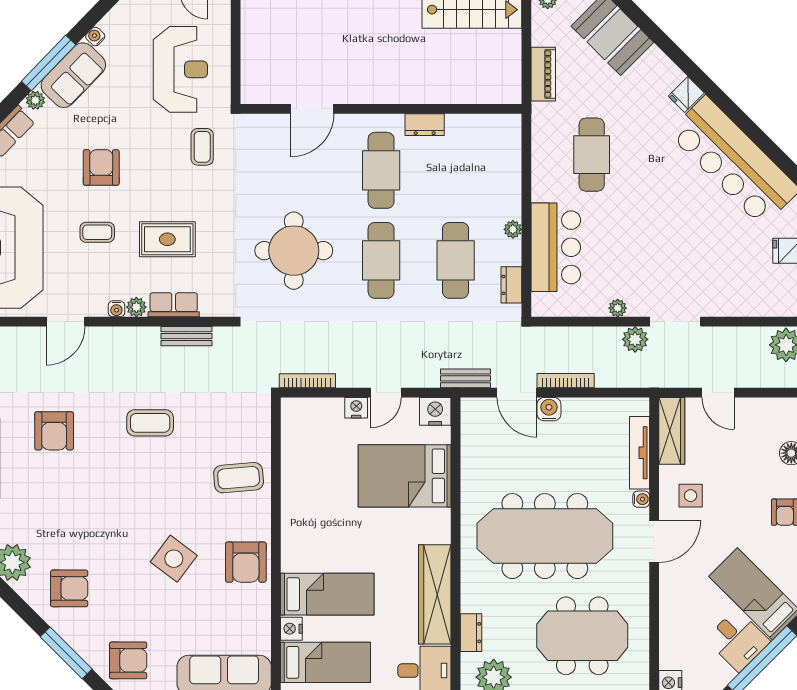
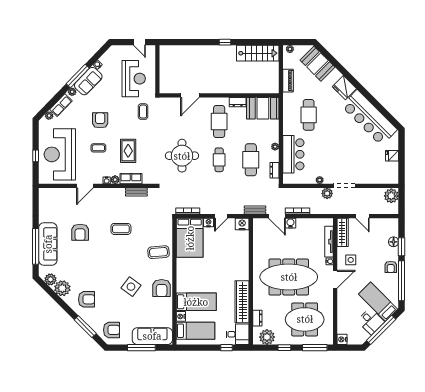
fridge: (686, 94) -> (344, 88), width x1.88, depth x1.34
booth: (484, 139) -> (263, 108), added
rug: (167, 239) -> (128, 151), turned 90
cafe table: (381, 260) -> (219, 160), width x0.73, depth x0.74
bed: (405, 476) -> (190, 238), moved, turned -90

